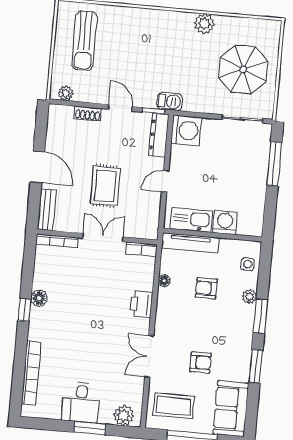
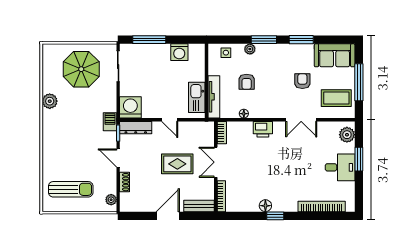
door: (120, 108) -> (118, 158), hinge flipped
washing machine: (225, 222) -> (179, 52), moved, turned -90
coffee table: (174, 406) -> (336, 98), turned 90

